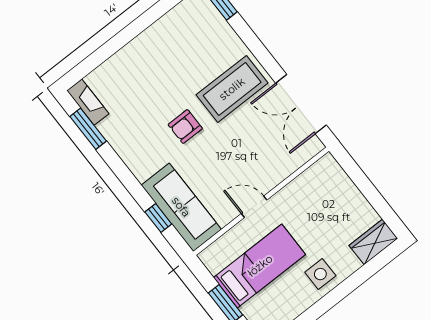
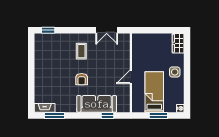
coffee table: (232, 89) -> (81, 51), width x0.54, depth x0.58
double door: (301, 104) -> (107, 30), width x0.73
sofa: (181, 207) -> (97, 104), moved

